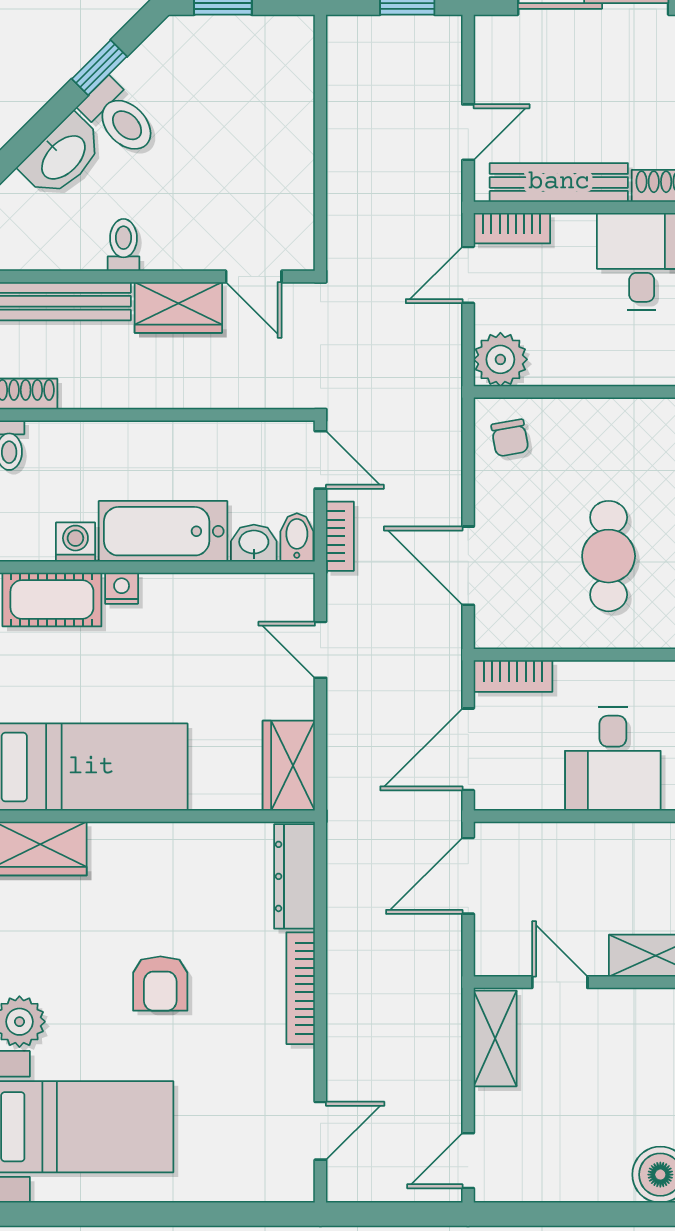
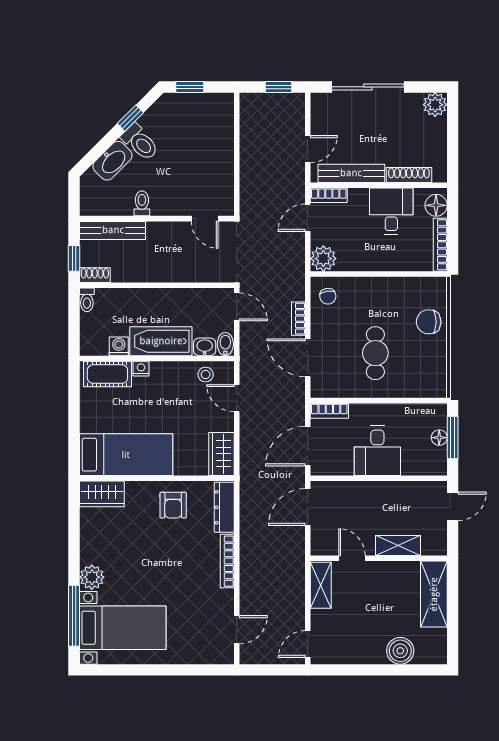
wardrobe: (178, 307) -> (168, 233), removed
bookcase: (340, 536) -> (298, 319), moved, turned 180
stool: (256, 601) -> (206, 375), added
armchair: (160, 983) -> (173, 505), moved

